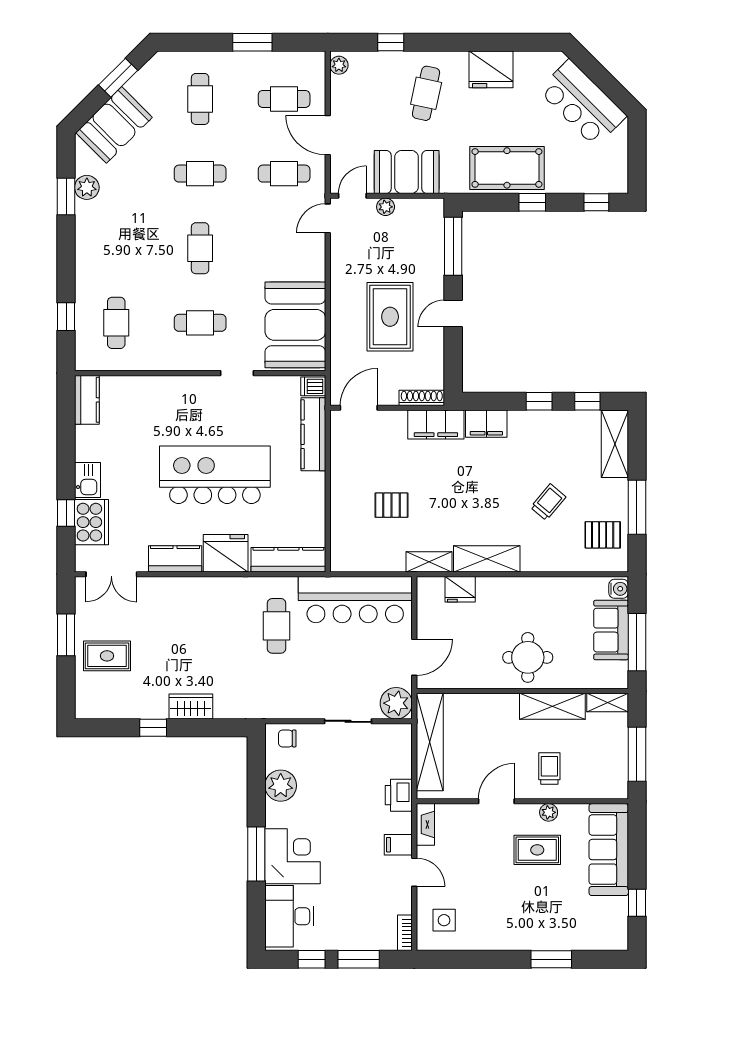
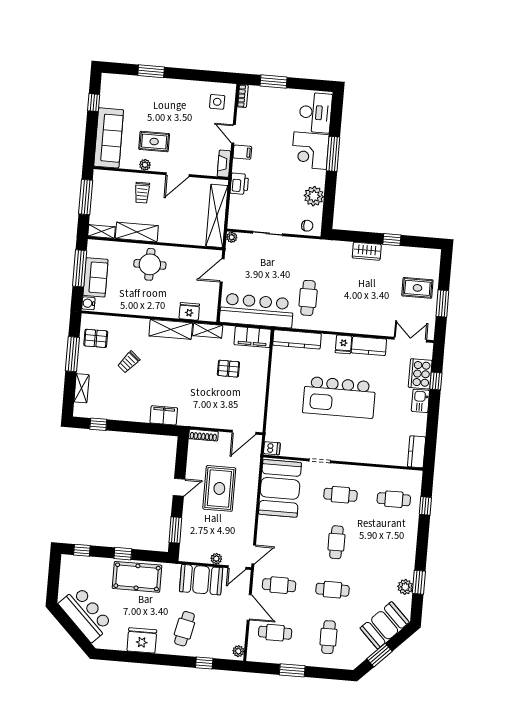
window: (453, 246) -> (175, 530), width x0.69
cafe table: (116, 323) -> (394, 499), turned 90
window: (539, 401) -> (129, 427), removed
filing cabinet: (436, 424) -> (253, 337), moved, turned 180
kitchen counter: (313, 434) -> (274, 418), removed
shelving: (615, 444) -> (82, 388), width x0.67, depth x0.75
fridge: (226, 553) -> (343, 344), width x0.53, depth x0.75
plant: (396, 703) -> (232, 237), width x0.53, depth x0.53
window: (312, 959) -> (304, 84), removed

